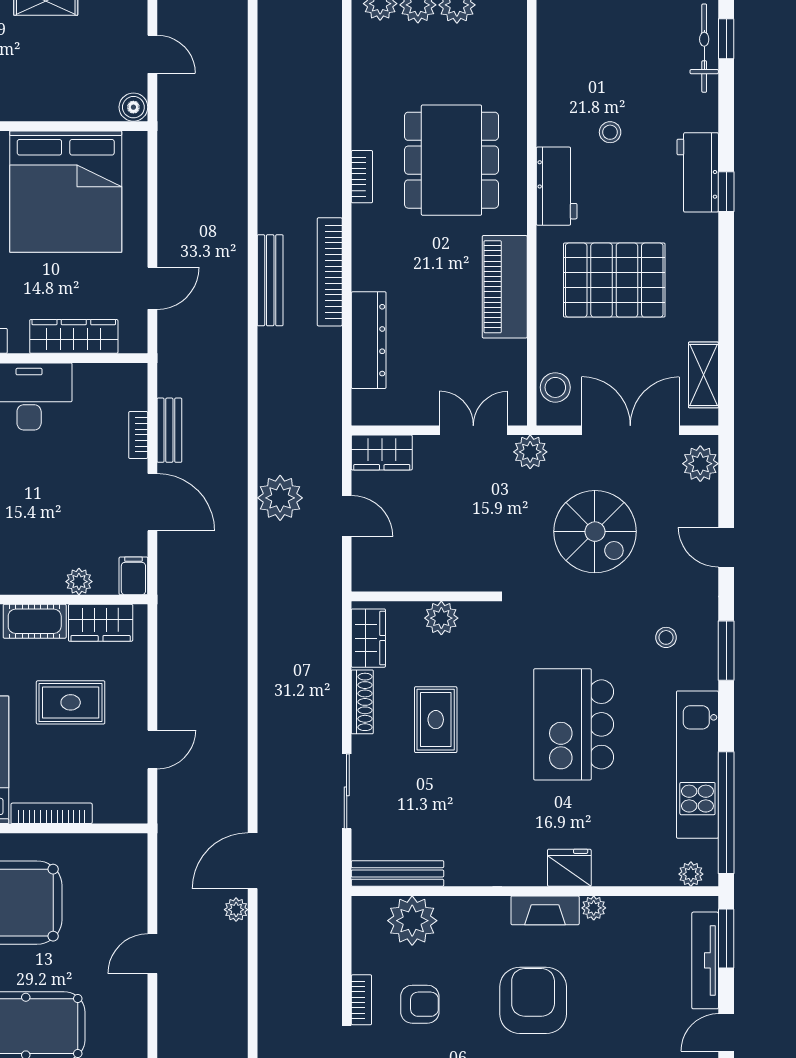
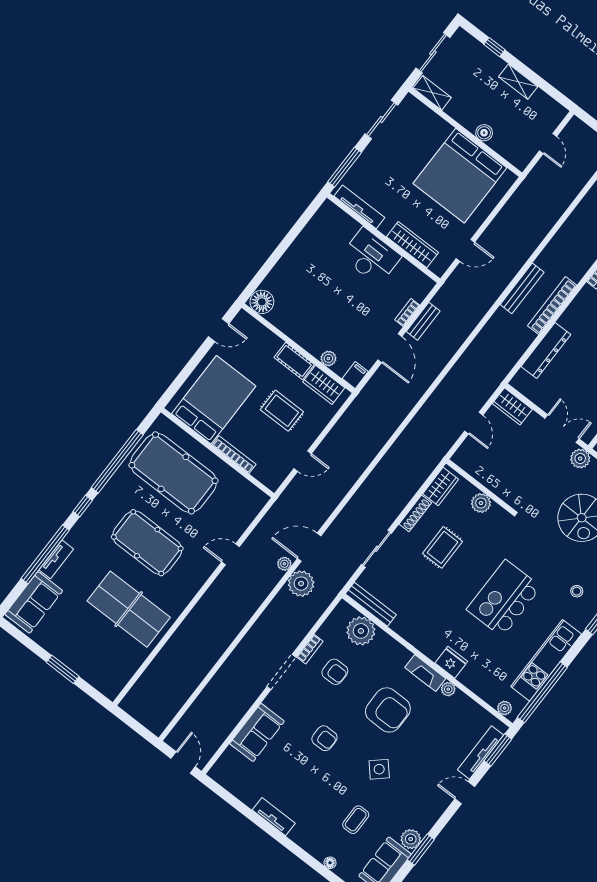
boiler: (133, 107) -> (484, 133), moved
plant: (280, 498) -> (301, 584), moved
armchair: (533, 1000) -> (388, 710), turned 90

